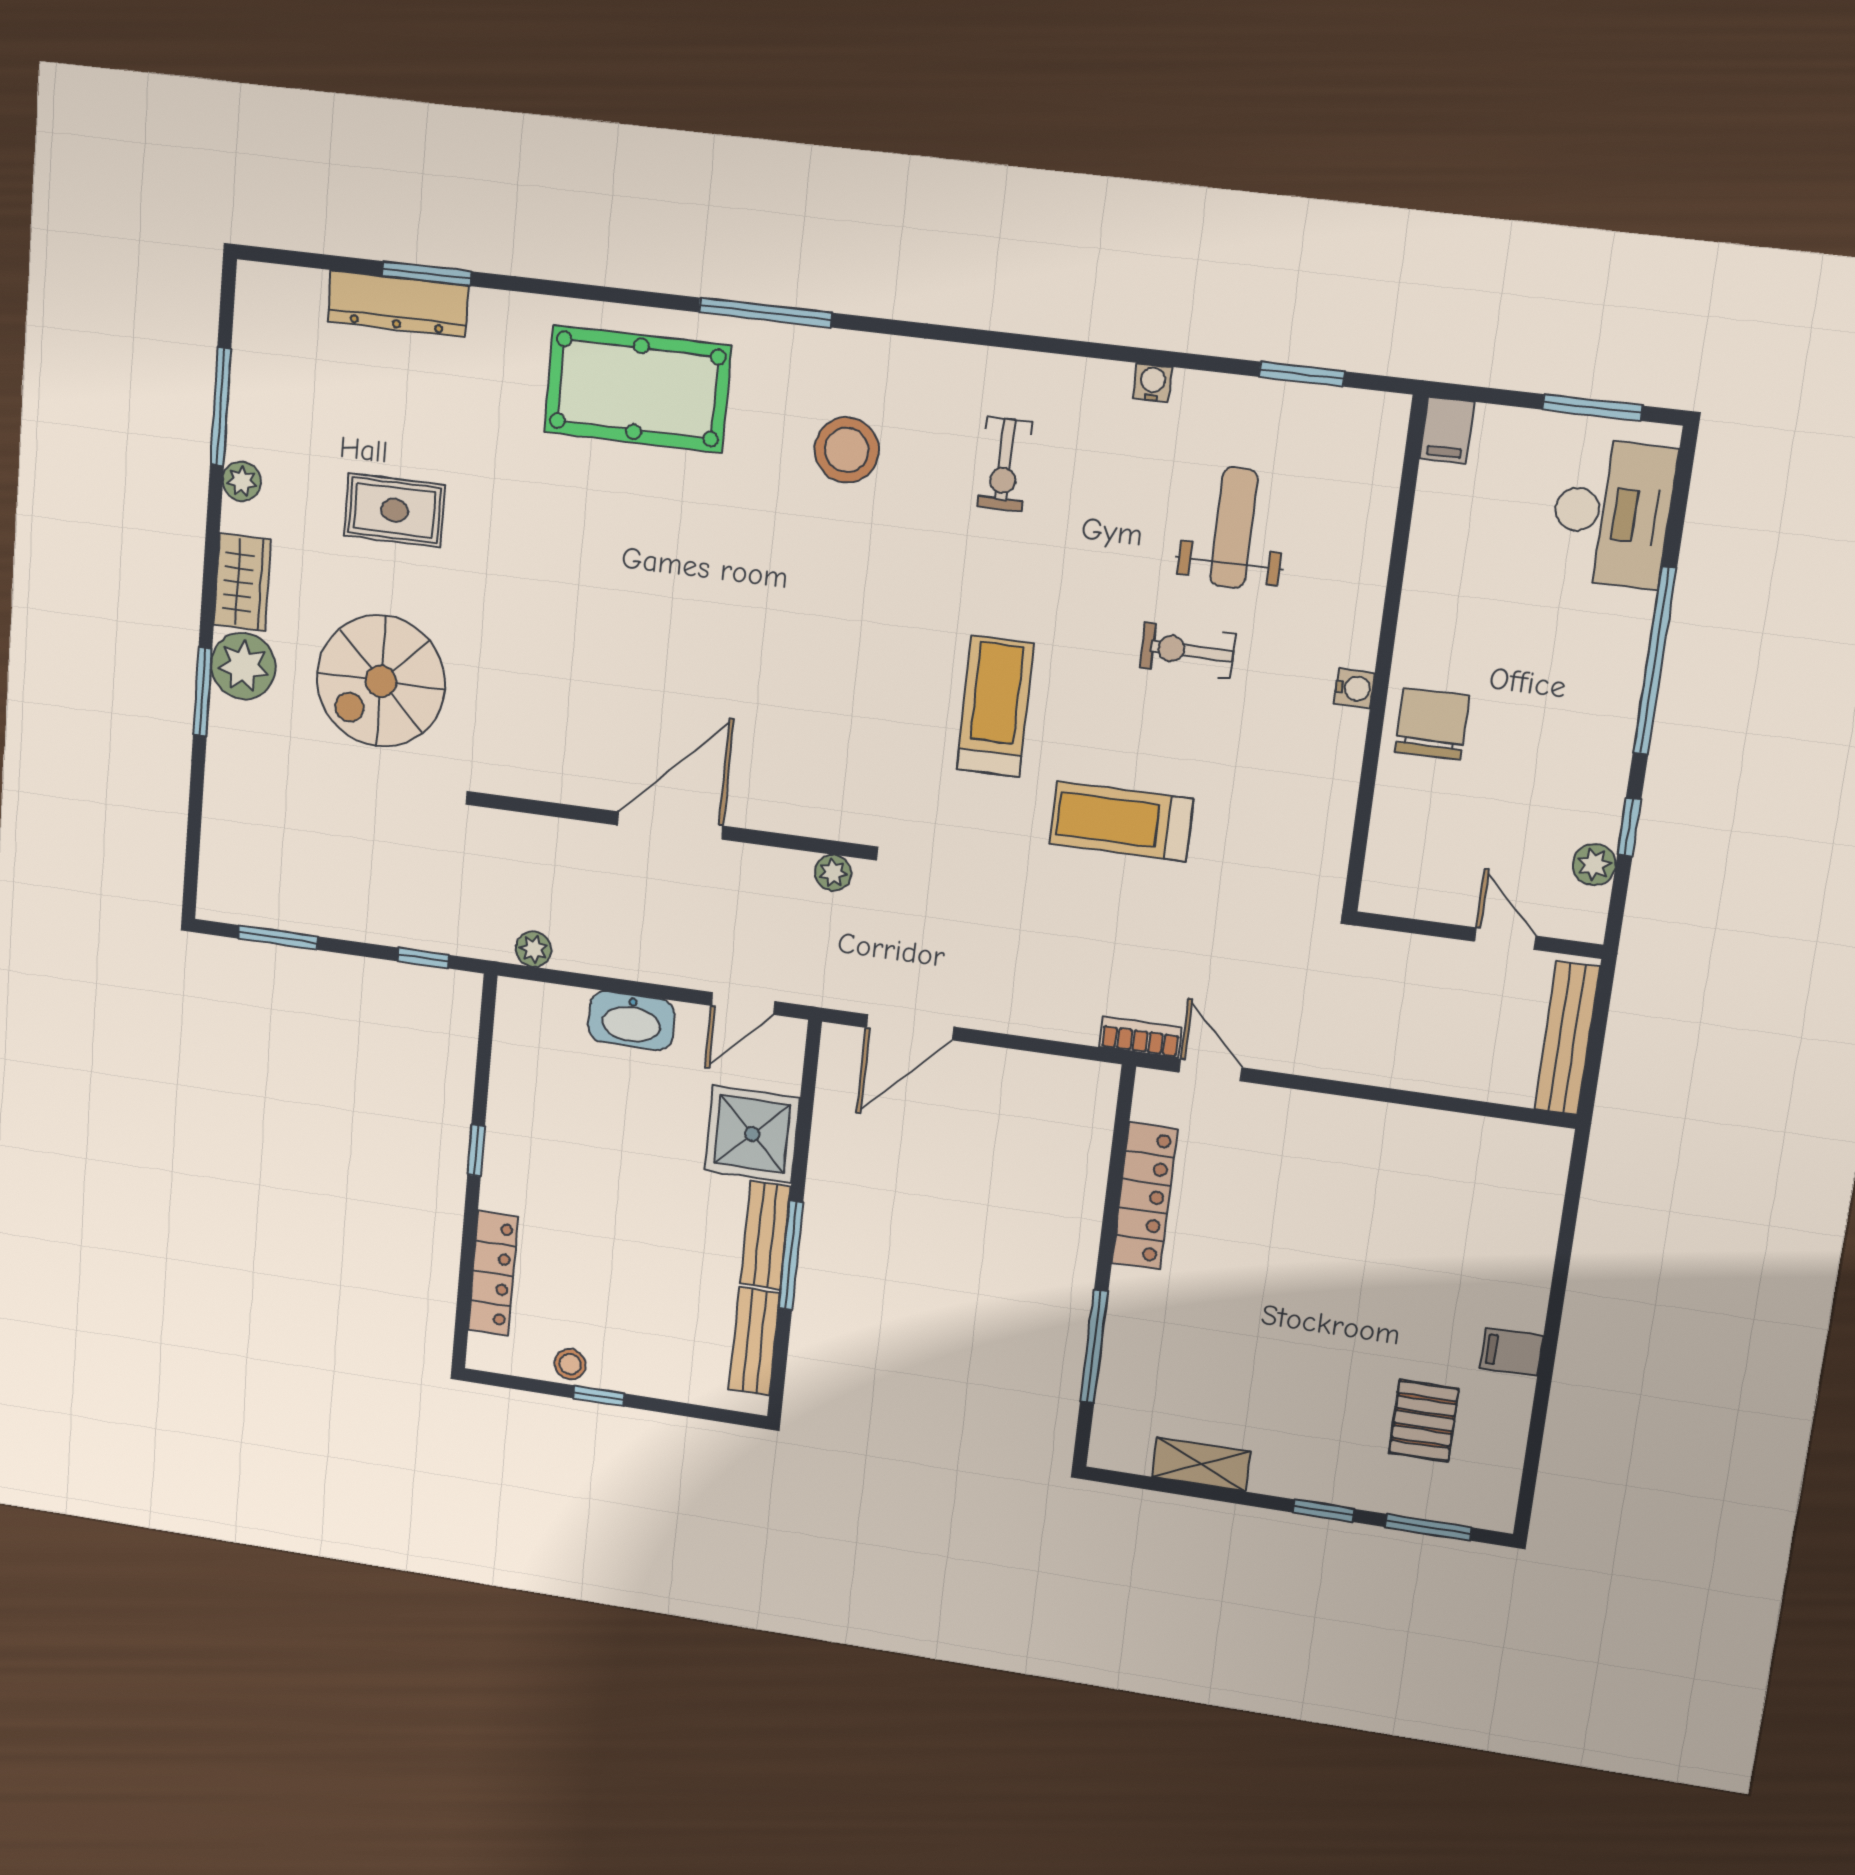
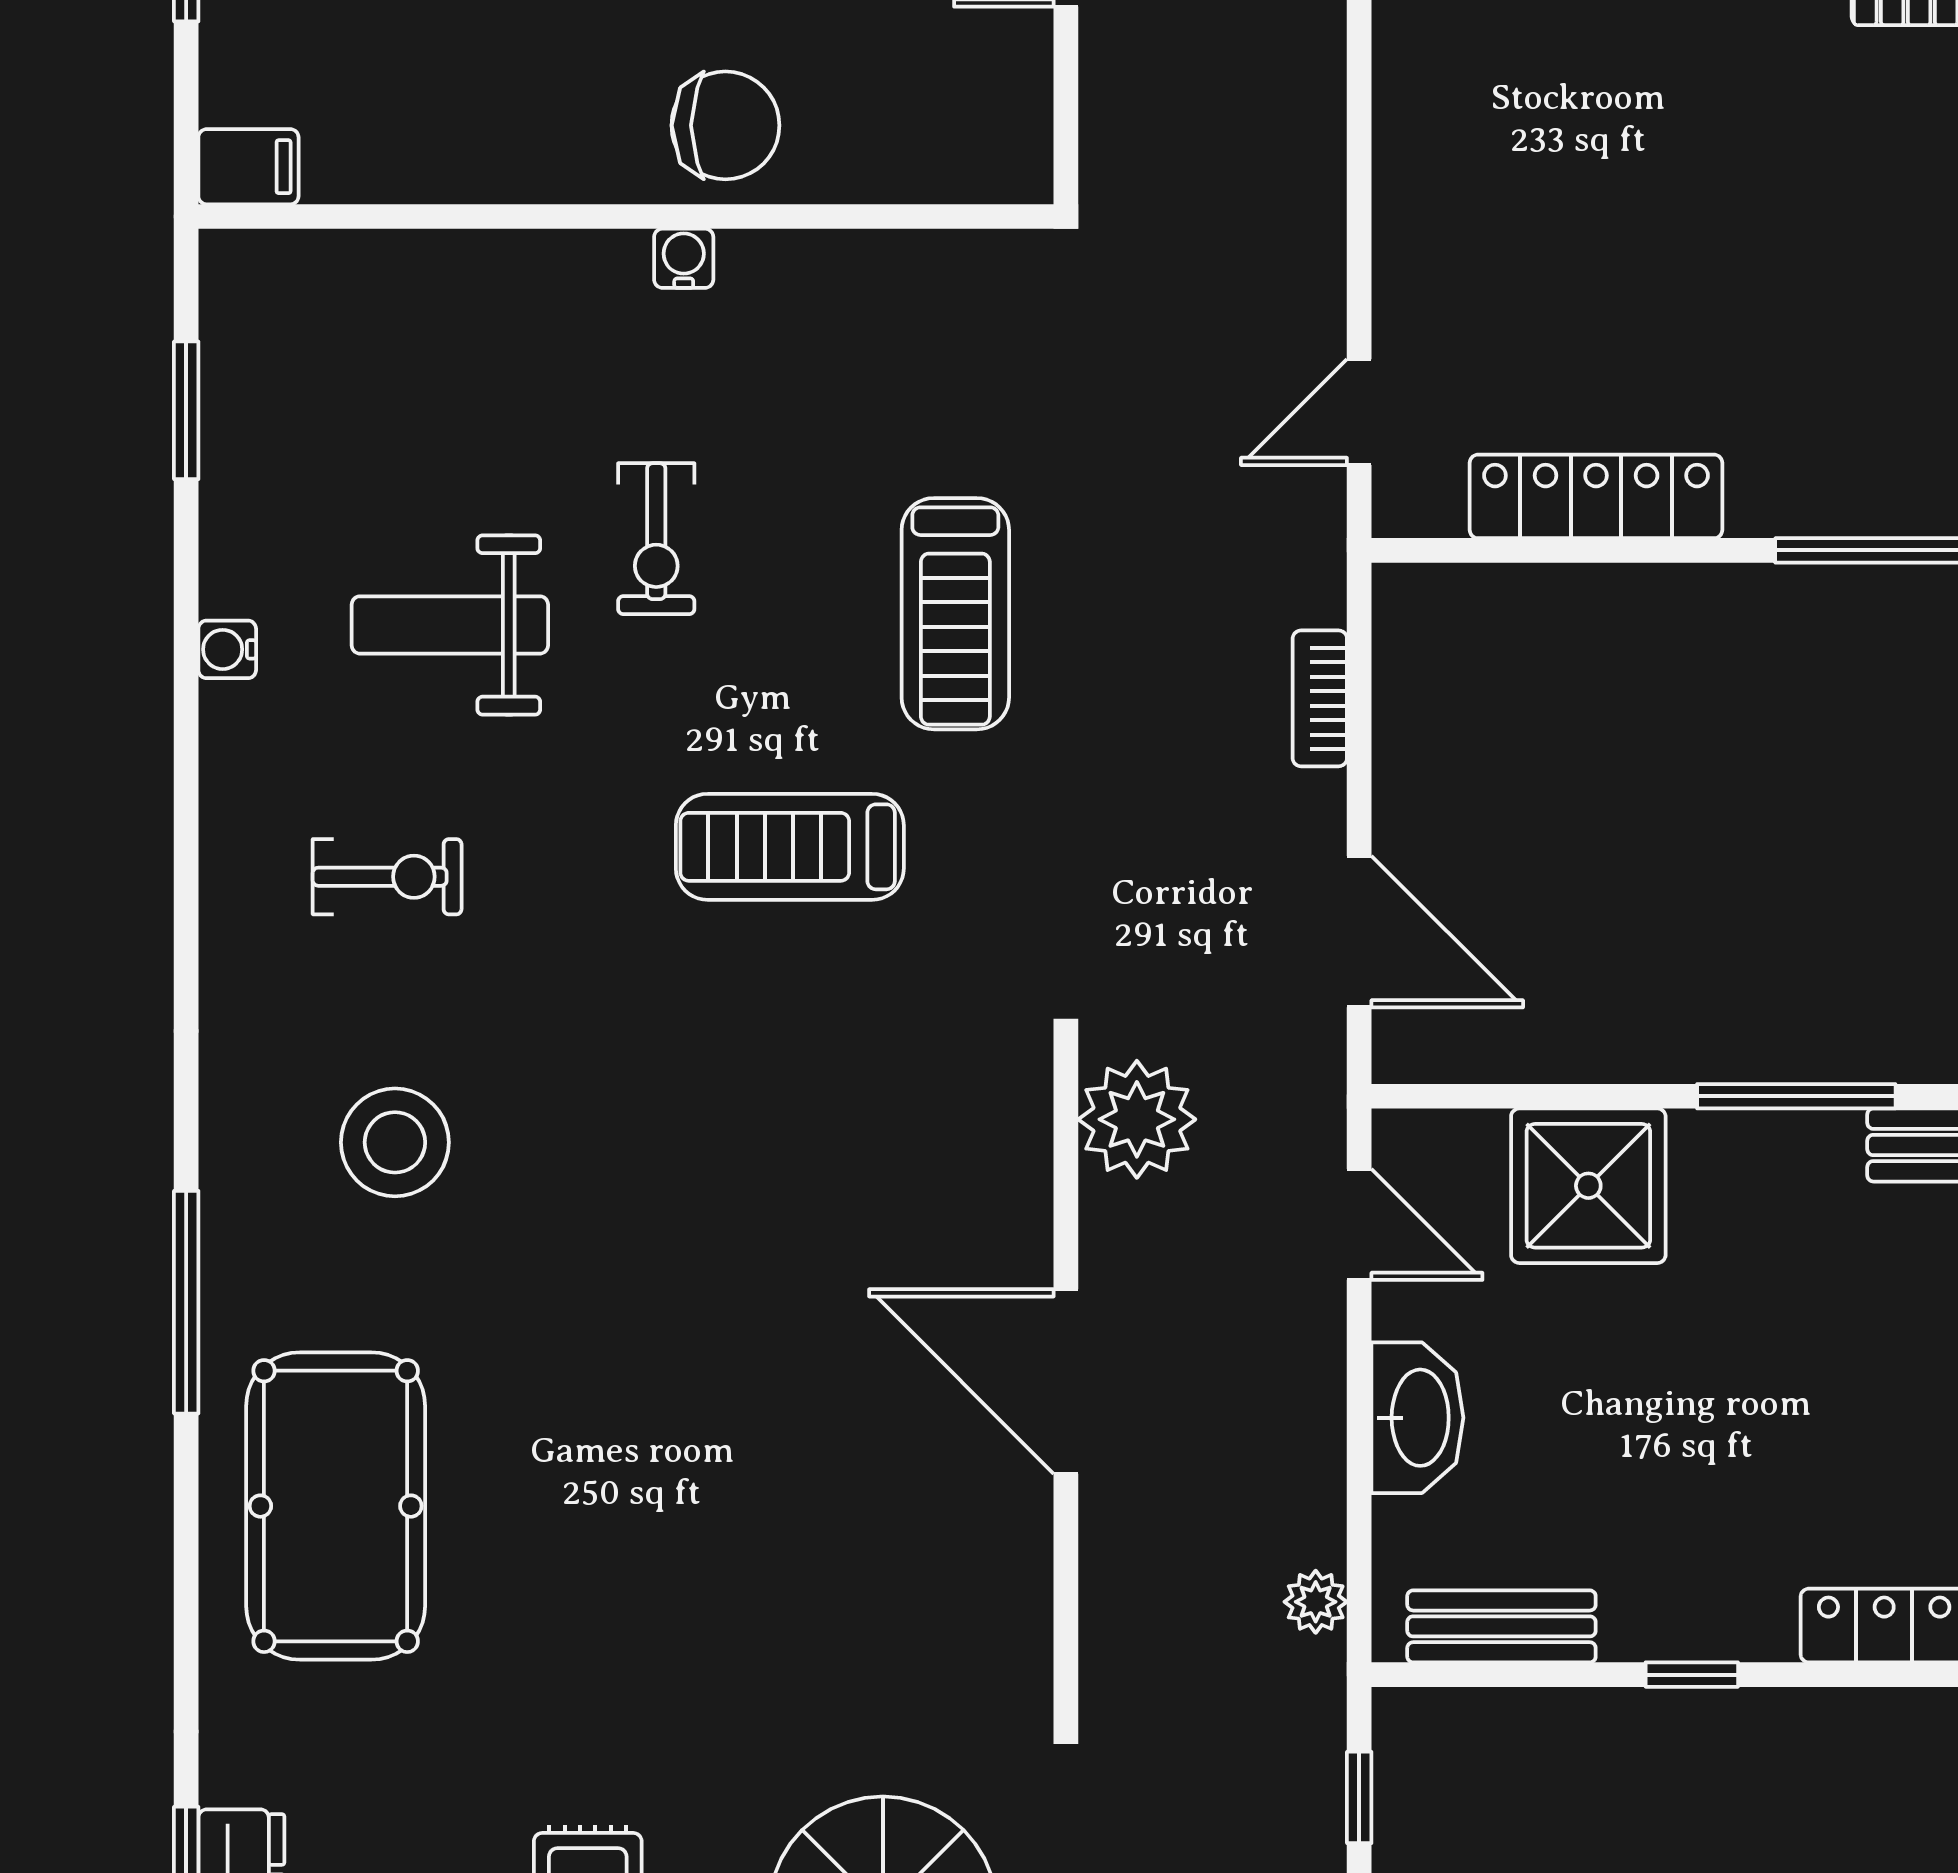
weight bench: (1234, 528) -> (450, 625), moved
chair: (1432, 724) -> (725, 125), turned 180
plant: (833, 873) -> (1137, 1119), width x1.88, depth x1.88
bookcase: (1140, 1037) -> (1320, 698), moved
bench: (765, 1235) -> (1501, 1626), moved

